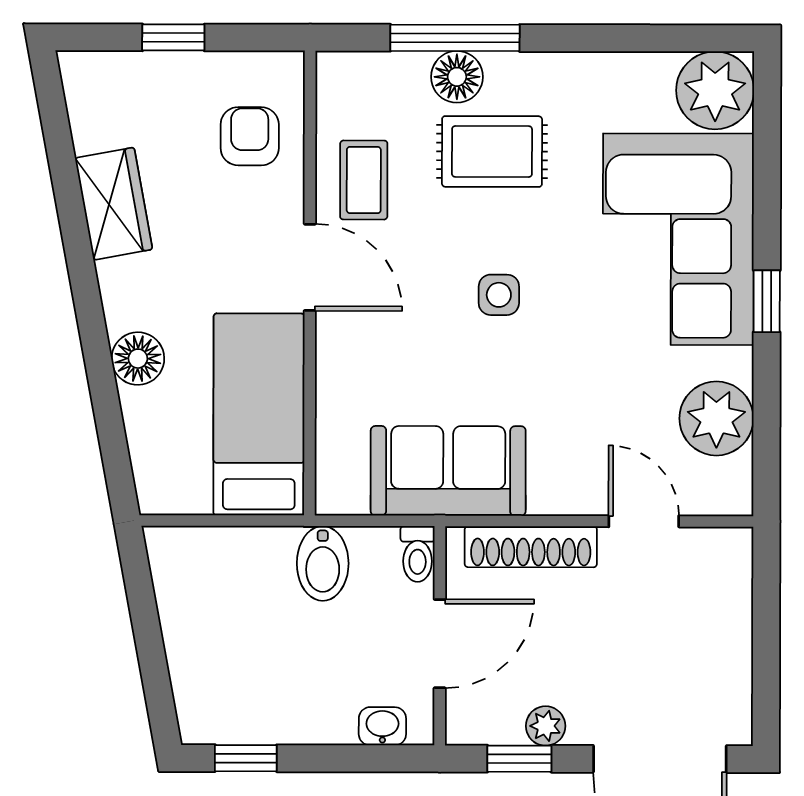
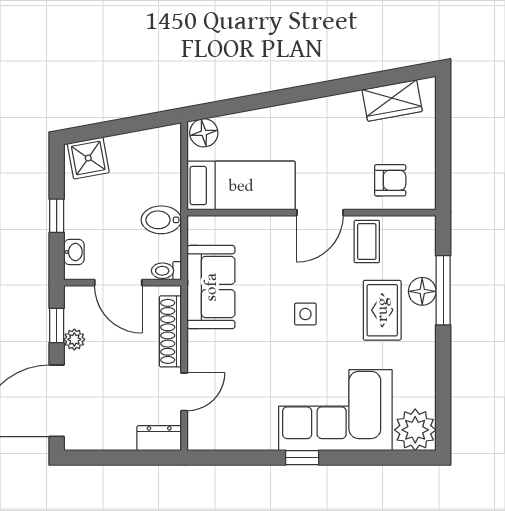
window: (173, 37) -> (443, 139), removed
coffee table: (364, 180) -> (367, 242), turned 90
wardrobe: (114, 204) -> (392, 100), moved
floor lamp: (138, 359) -> (204, 133), moved
plant: (716, 418) -> (239, 431), removed
dresser: (730, 568) -> (159, 438), added
shower: (207, 699) -> (88, 158), added
window: (246, 758) -> (57, 216), moved

